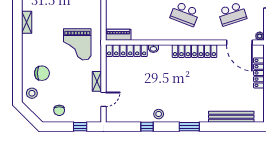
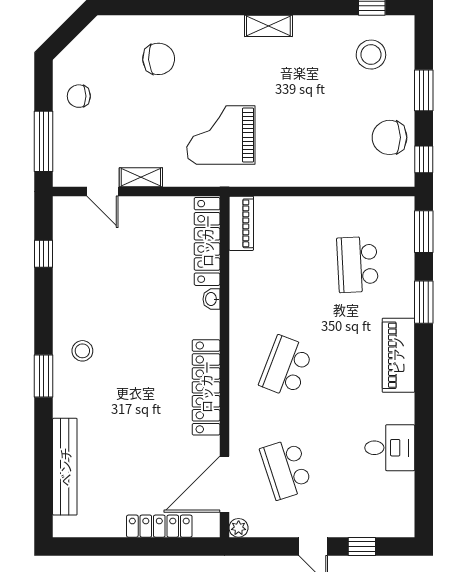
chair: (42, 73) -> (159, 59), turned -94
stool: (32, 93) -> (116, 37), removed
stool: (159, 114) -> (82, 351), moved
window: (80, 127) -> (44, 141), width x2.17
window: (147, 127) -> (44, 254), moved

